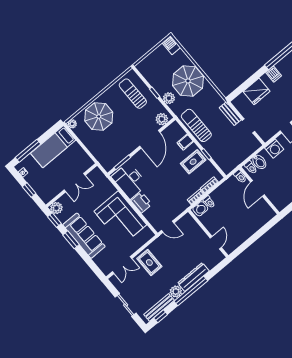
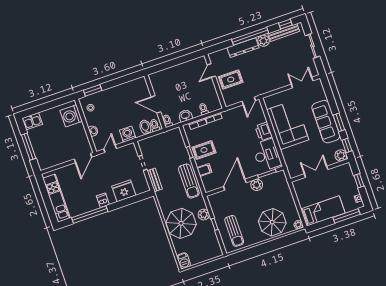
plant: (162, 119) -> (257, 185), moved
door: (257, 189) -> (156, 104), swing flipped
washbasin: (200, 209) -> (185, 116), moved
door: (168, 227) -> (249, 101), swing flipped
rug: (149, 262) -> (231, 79), moved, turned 90

